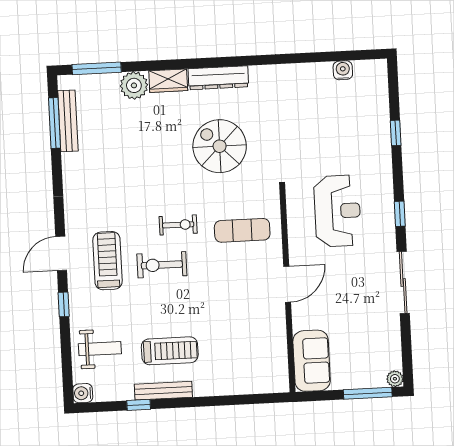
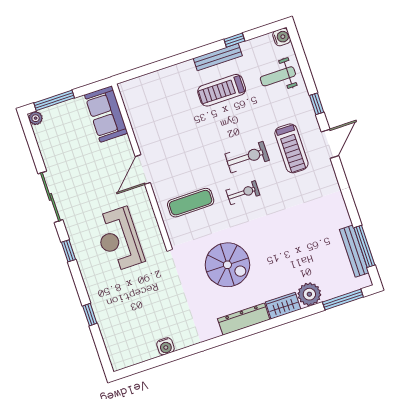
water cooler: (343, 70) -> (165, 346), moved
exercise bike: (178, 225) -> (243, 193), turned 180

